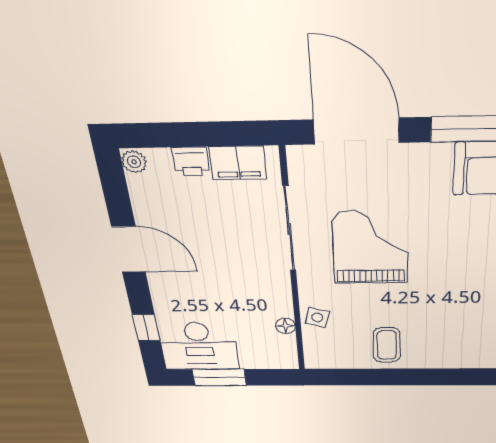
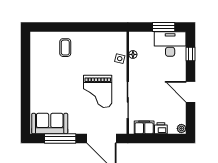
coffee table: (387, 345) -> (65, 48), moved

